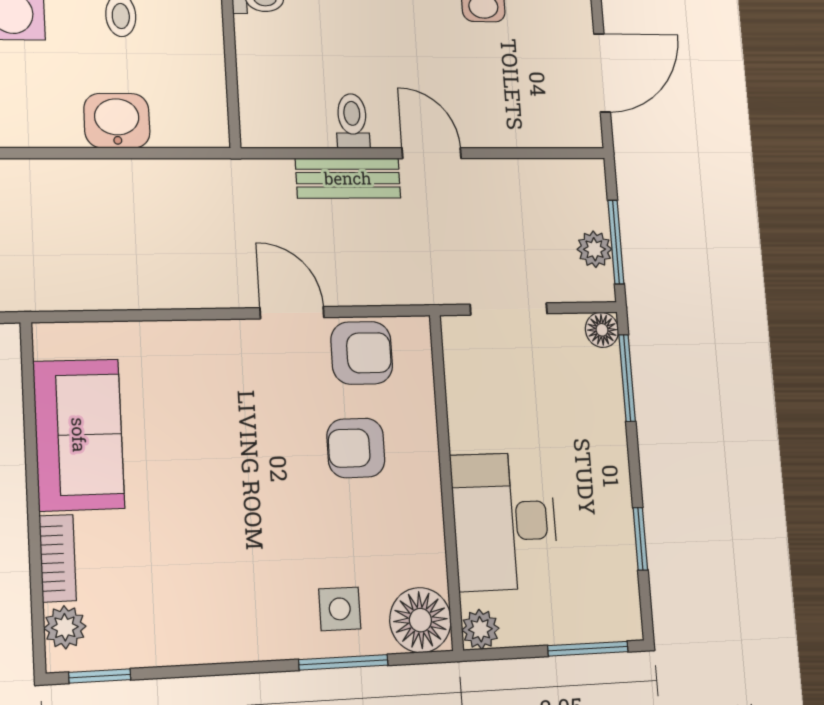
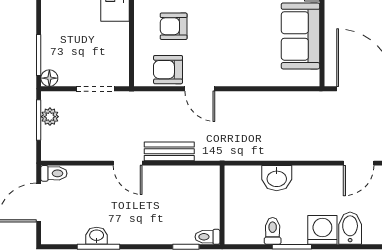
toilet: (352, 121) -> (54, 173), moved, turned -90
armchair: (356, 448) -> (174, 26), turned 180

